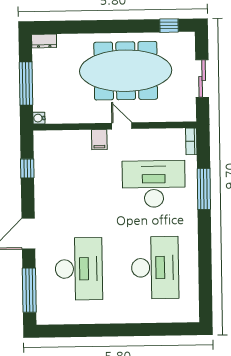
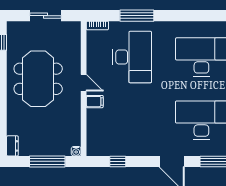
meeting table: (126, 71) -> (38, 79), width x0.73
door: (122, 126) -> (84, 83), swing flipped
desk: (154, 184) -> (132, 57), turned 180

